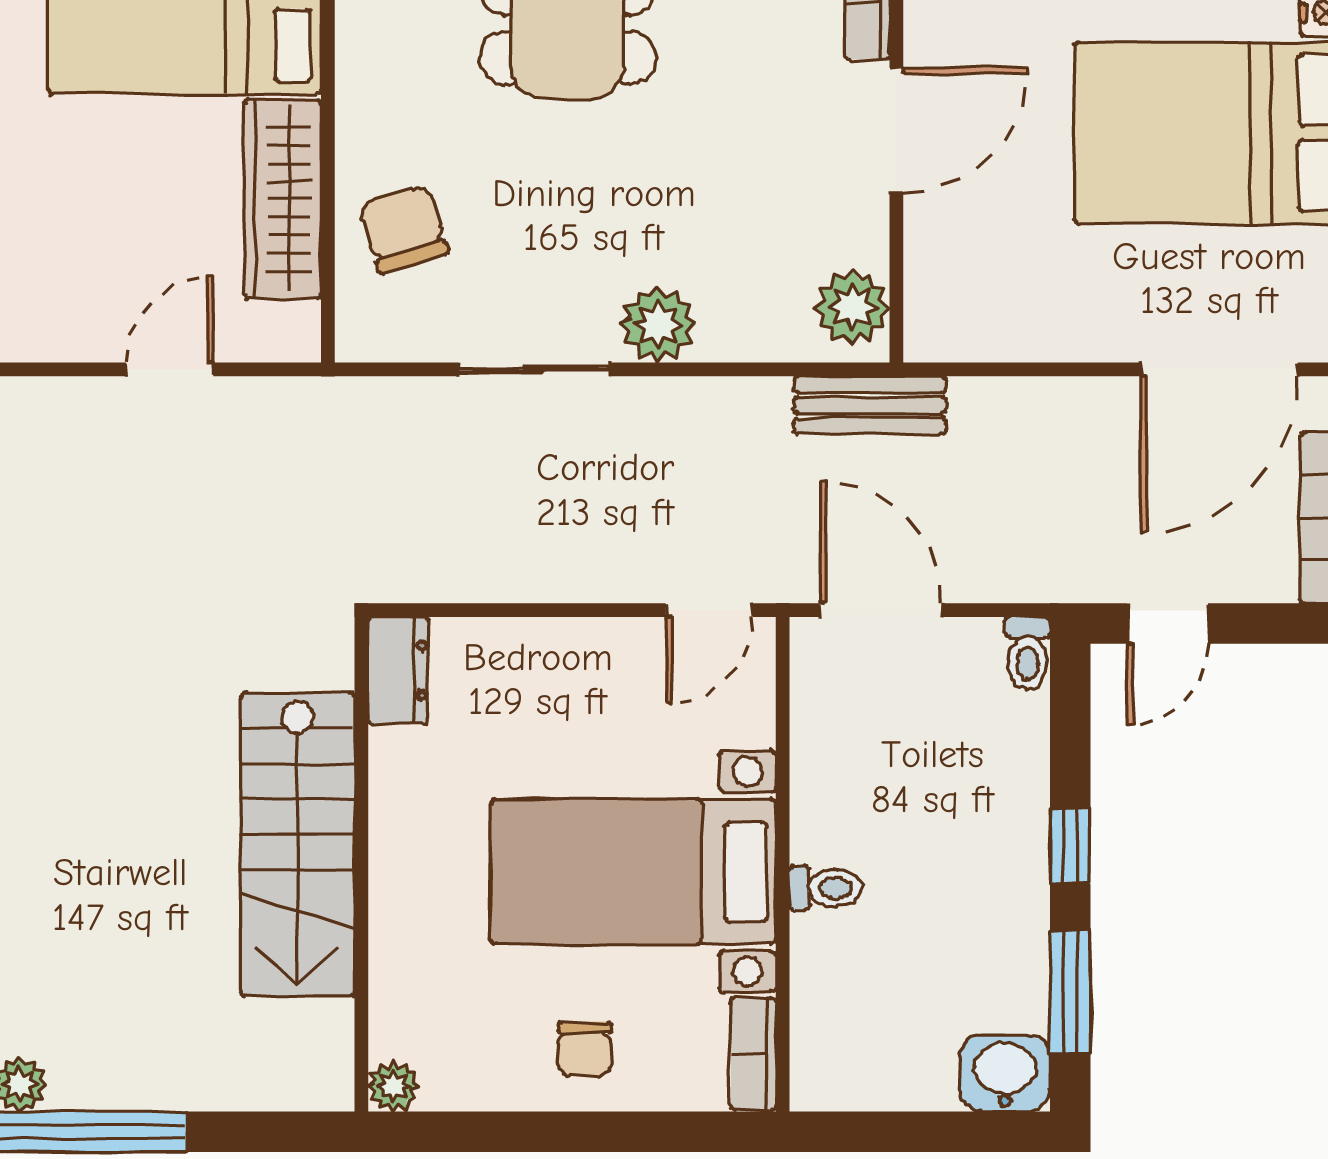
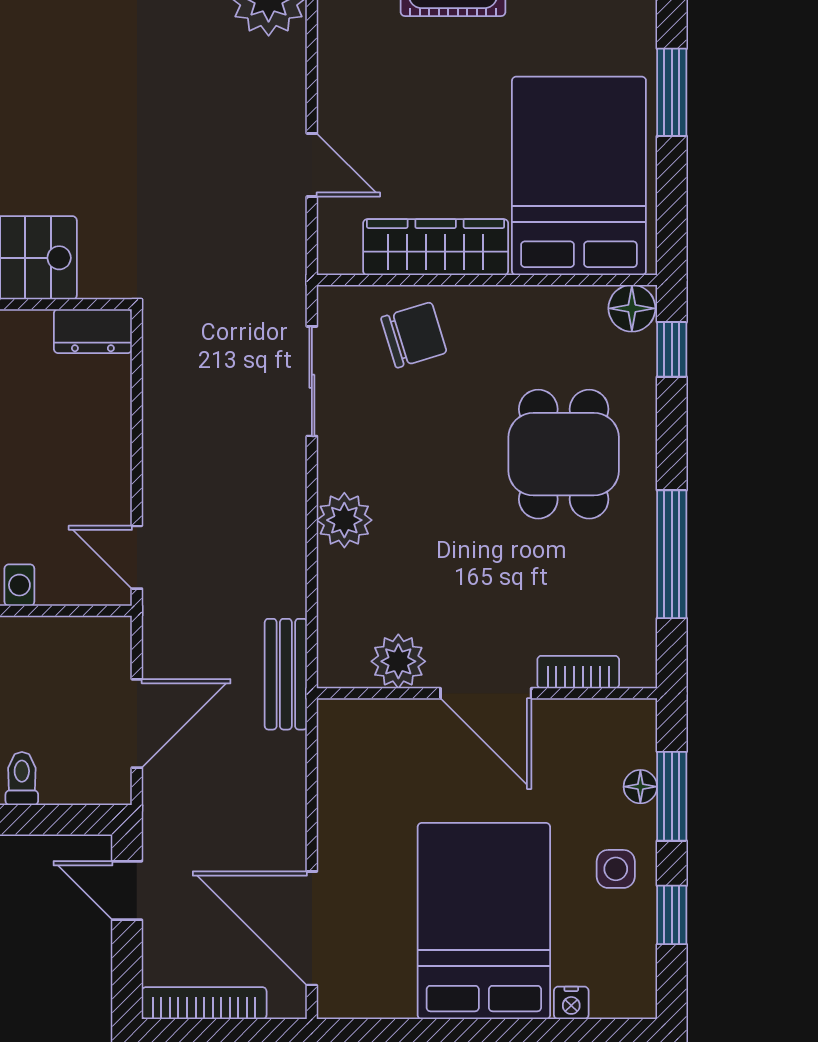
plant: (852, 307) -> (398, 661), moved
sliding door: (534, 369) -> (312, 381), moved
door: (881, 610) -> (137, 723), moved
toilet: (1028, 653) -> (22, 779), moved, turned 90

